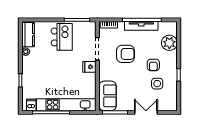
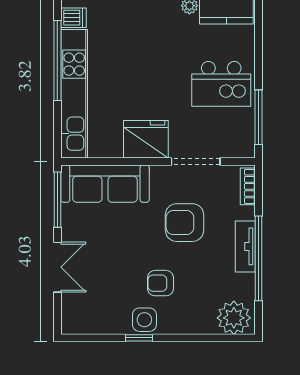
tv unit: (141, 26) -> (245, 246), width x0.71
plant: (169, 43) -> (234, 318), moved
armchair: (125, 54) -> (184, 223), turned 90
fridge: (89, 67) -> (146, 139), width x1.88, depth x1.34
side table: (157, 84) -> (144, 320), moved
sofa: (108, 96) -> (105, 184), width x1.36

